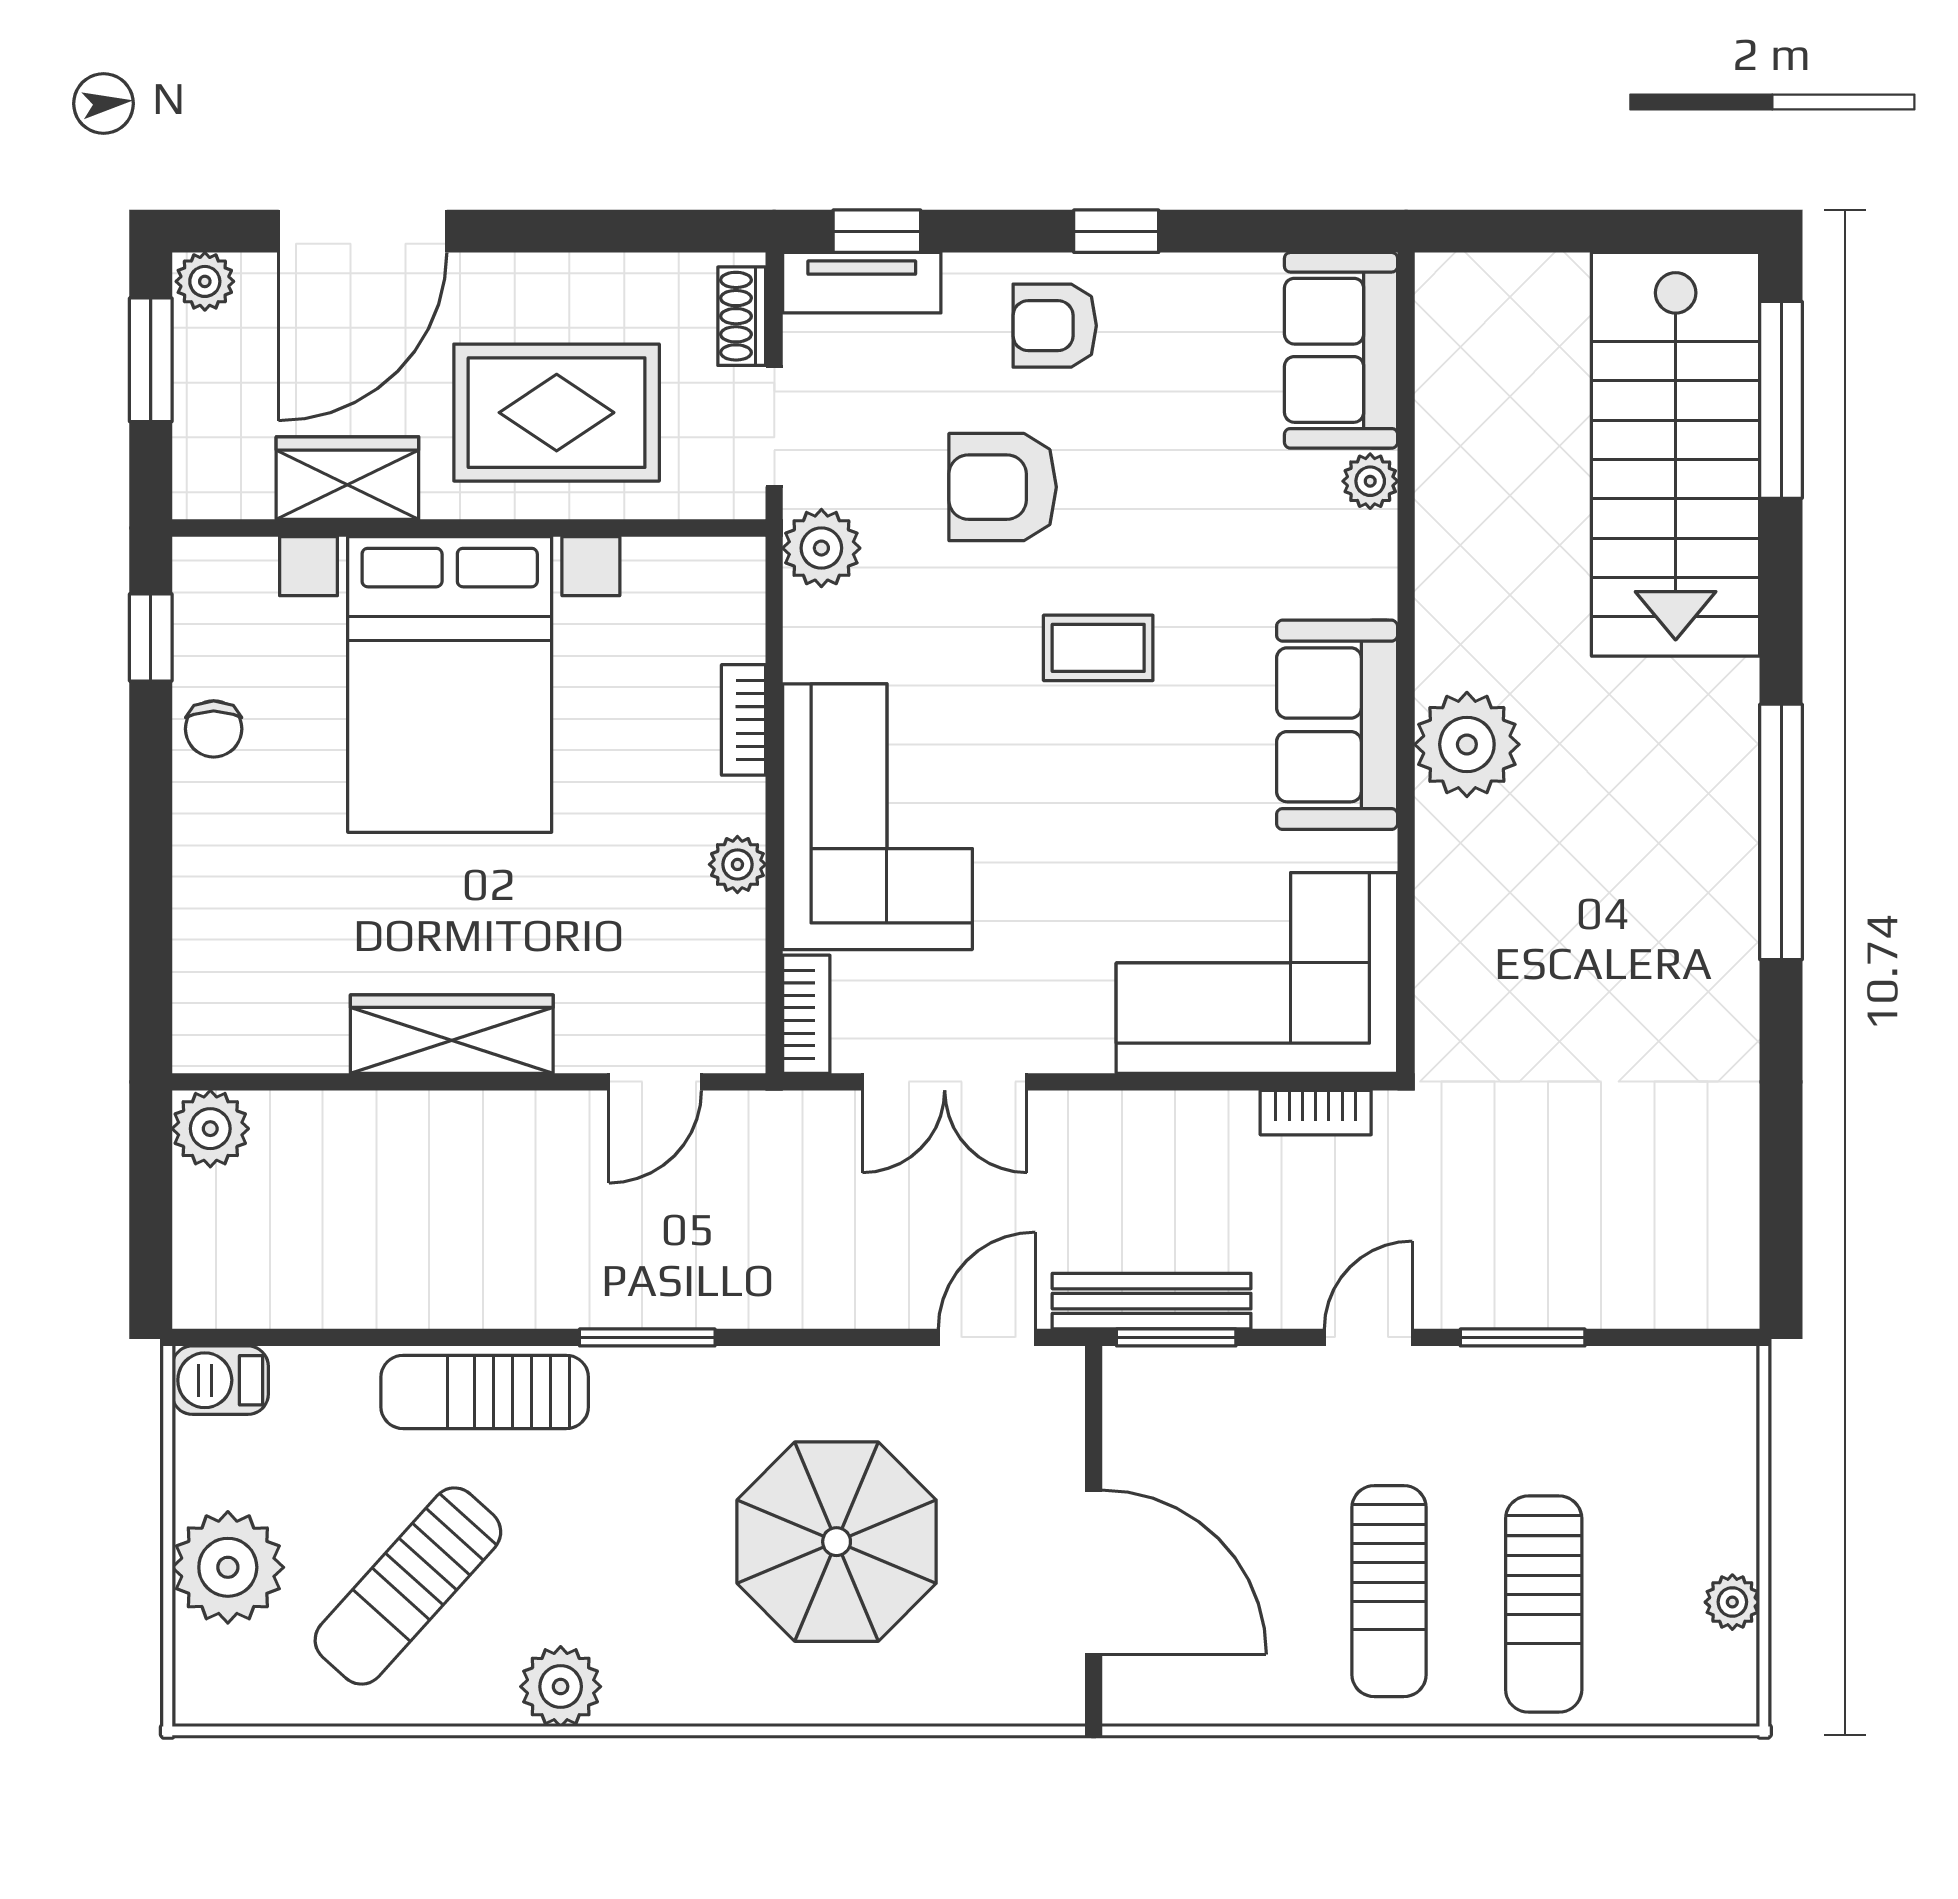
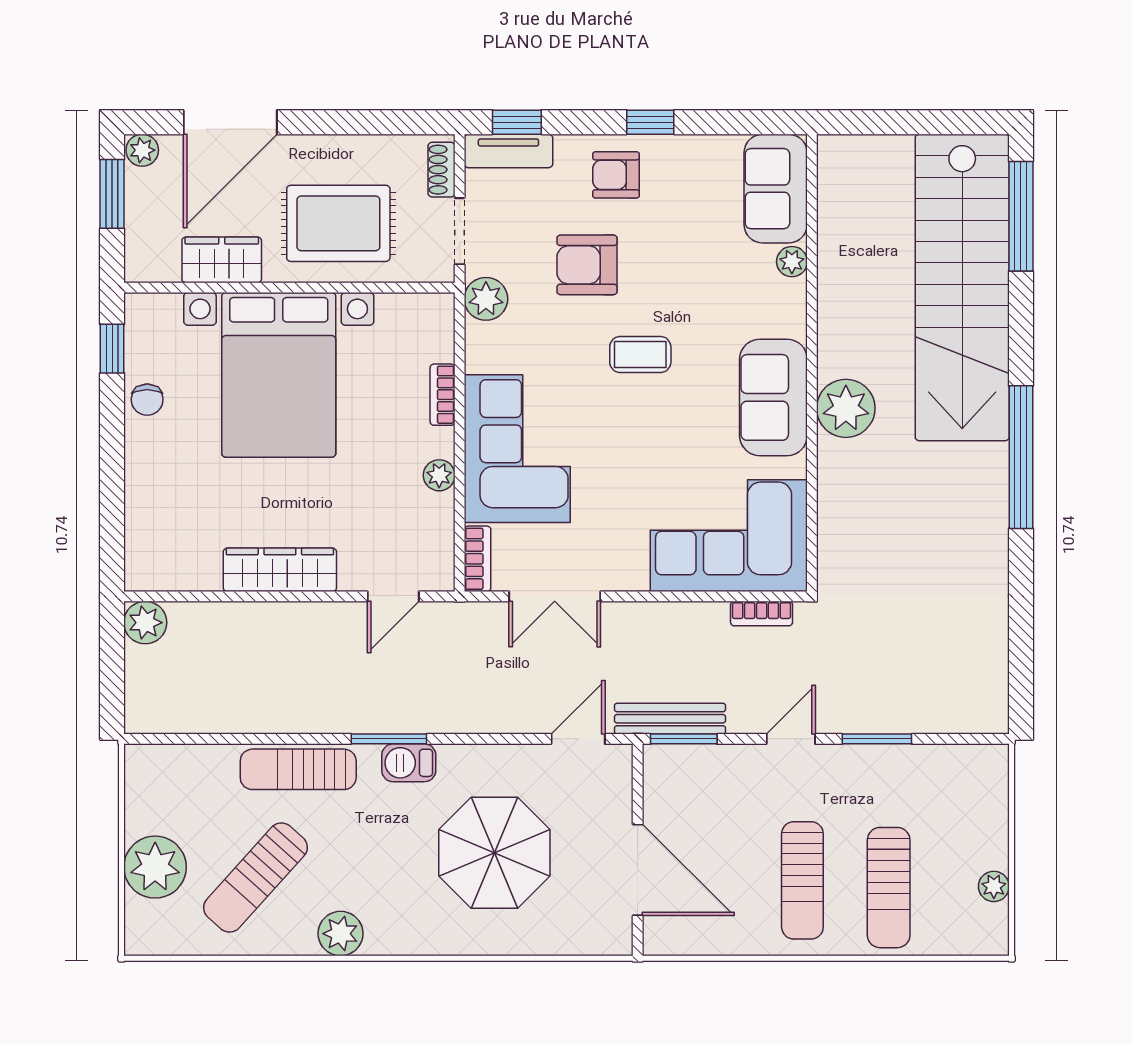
stairs: (1676, 454) -> (962, 288), width x1.36
barbecue: (220, 1380) -> (409, 763), moved

